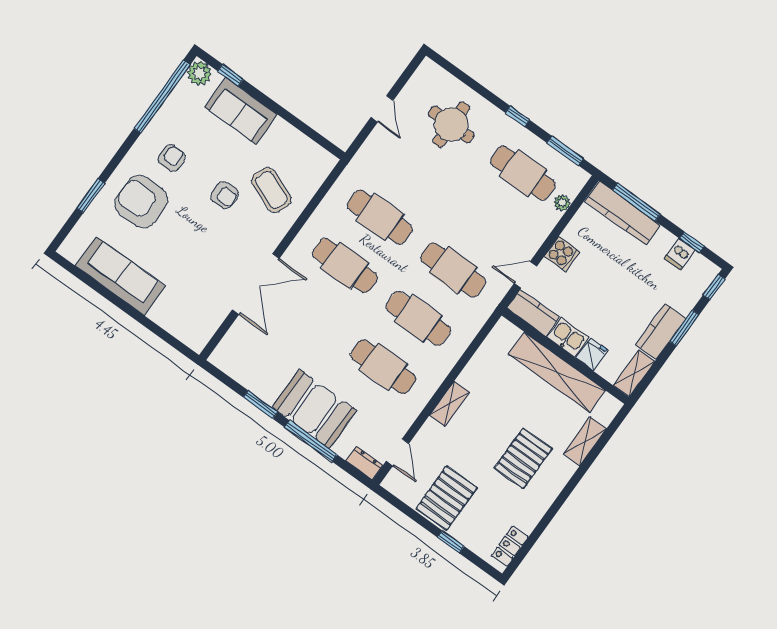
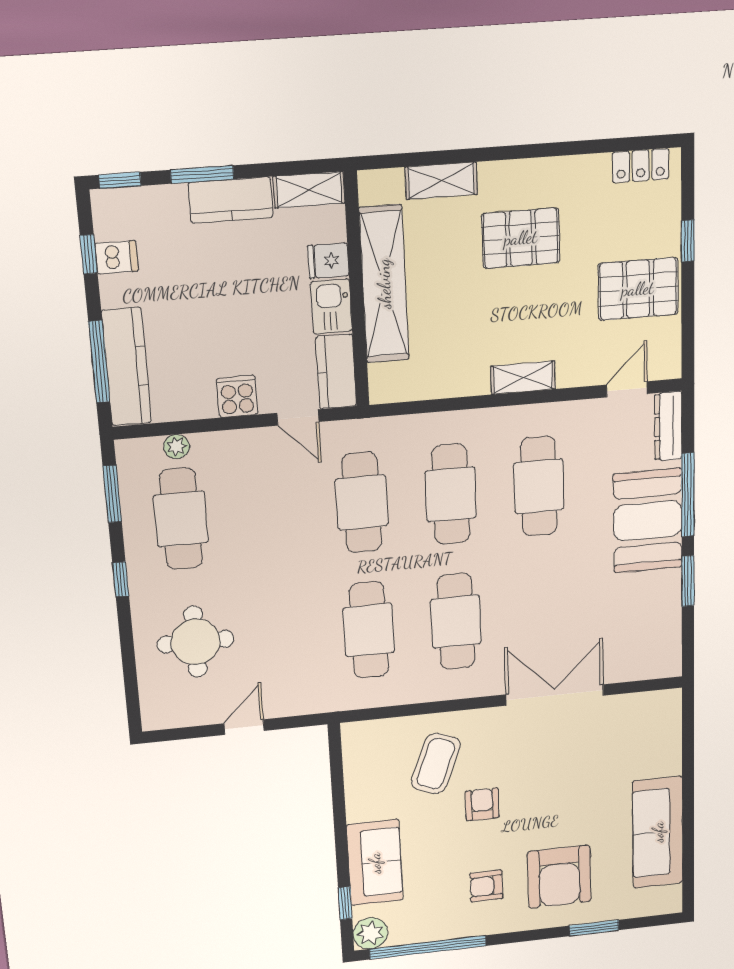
dresser: (364, 463) -> (668, 426), width x1.44

